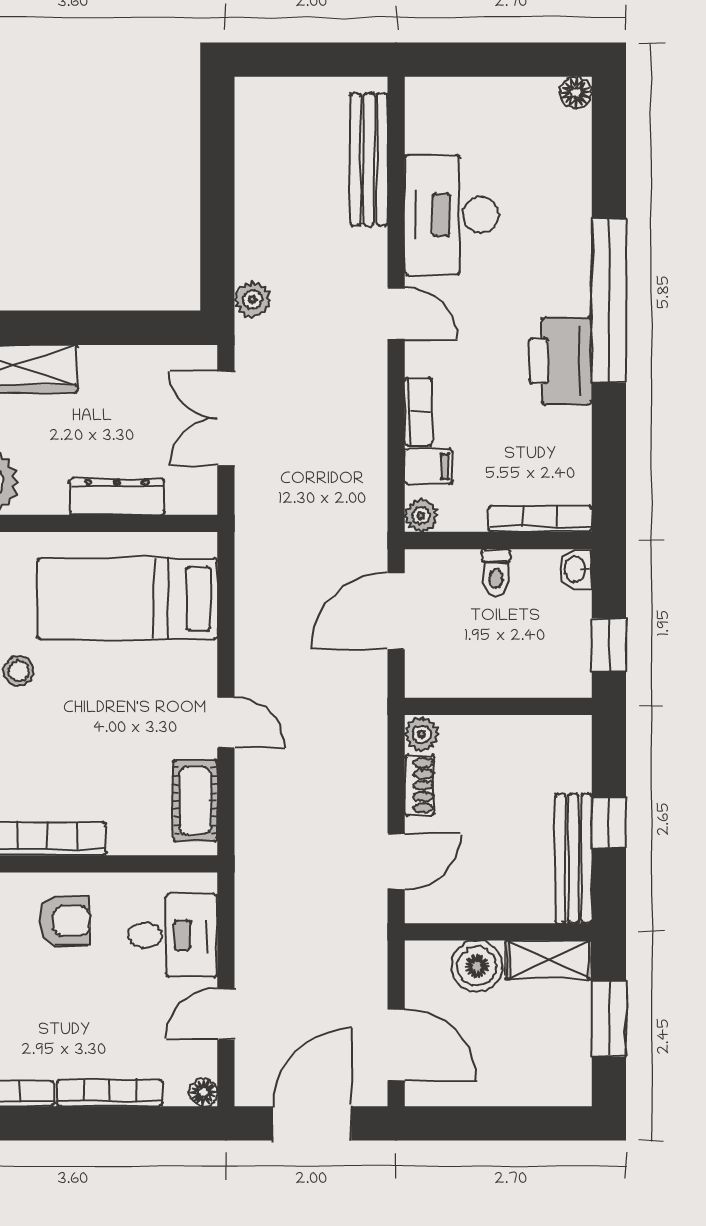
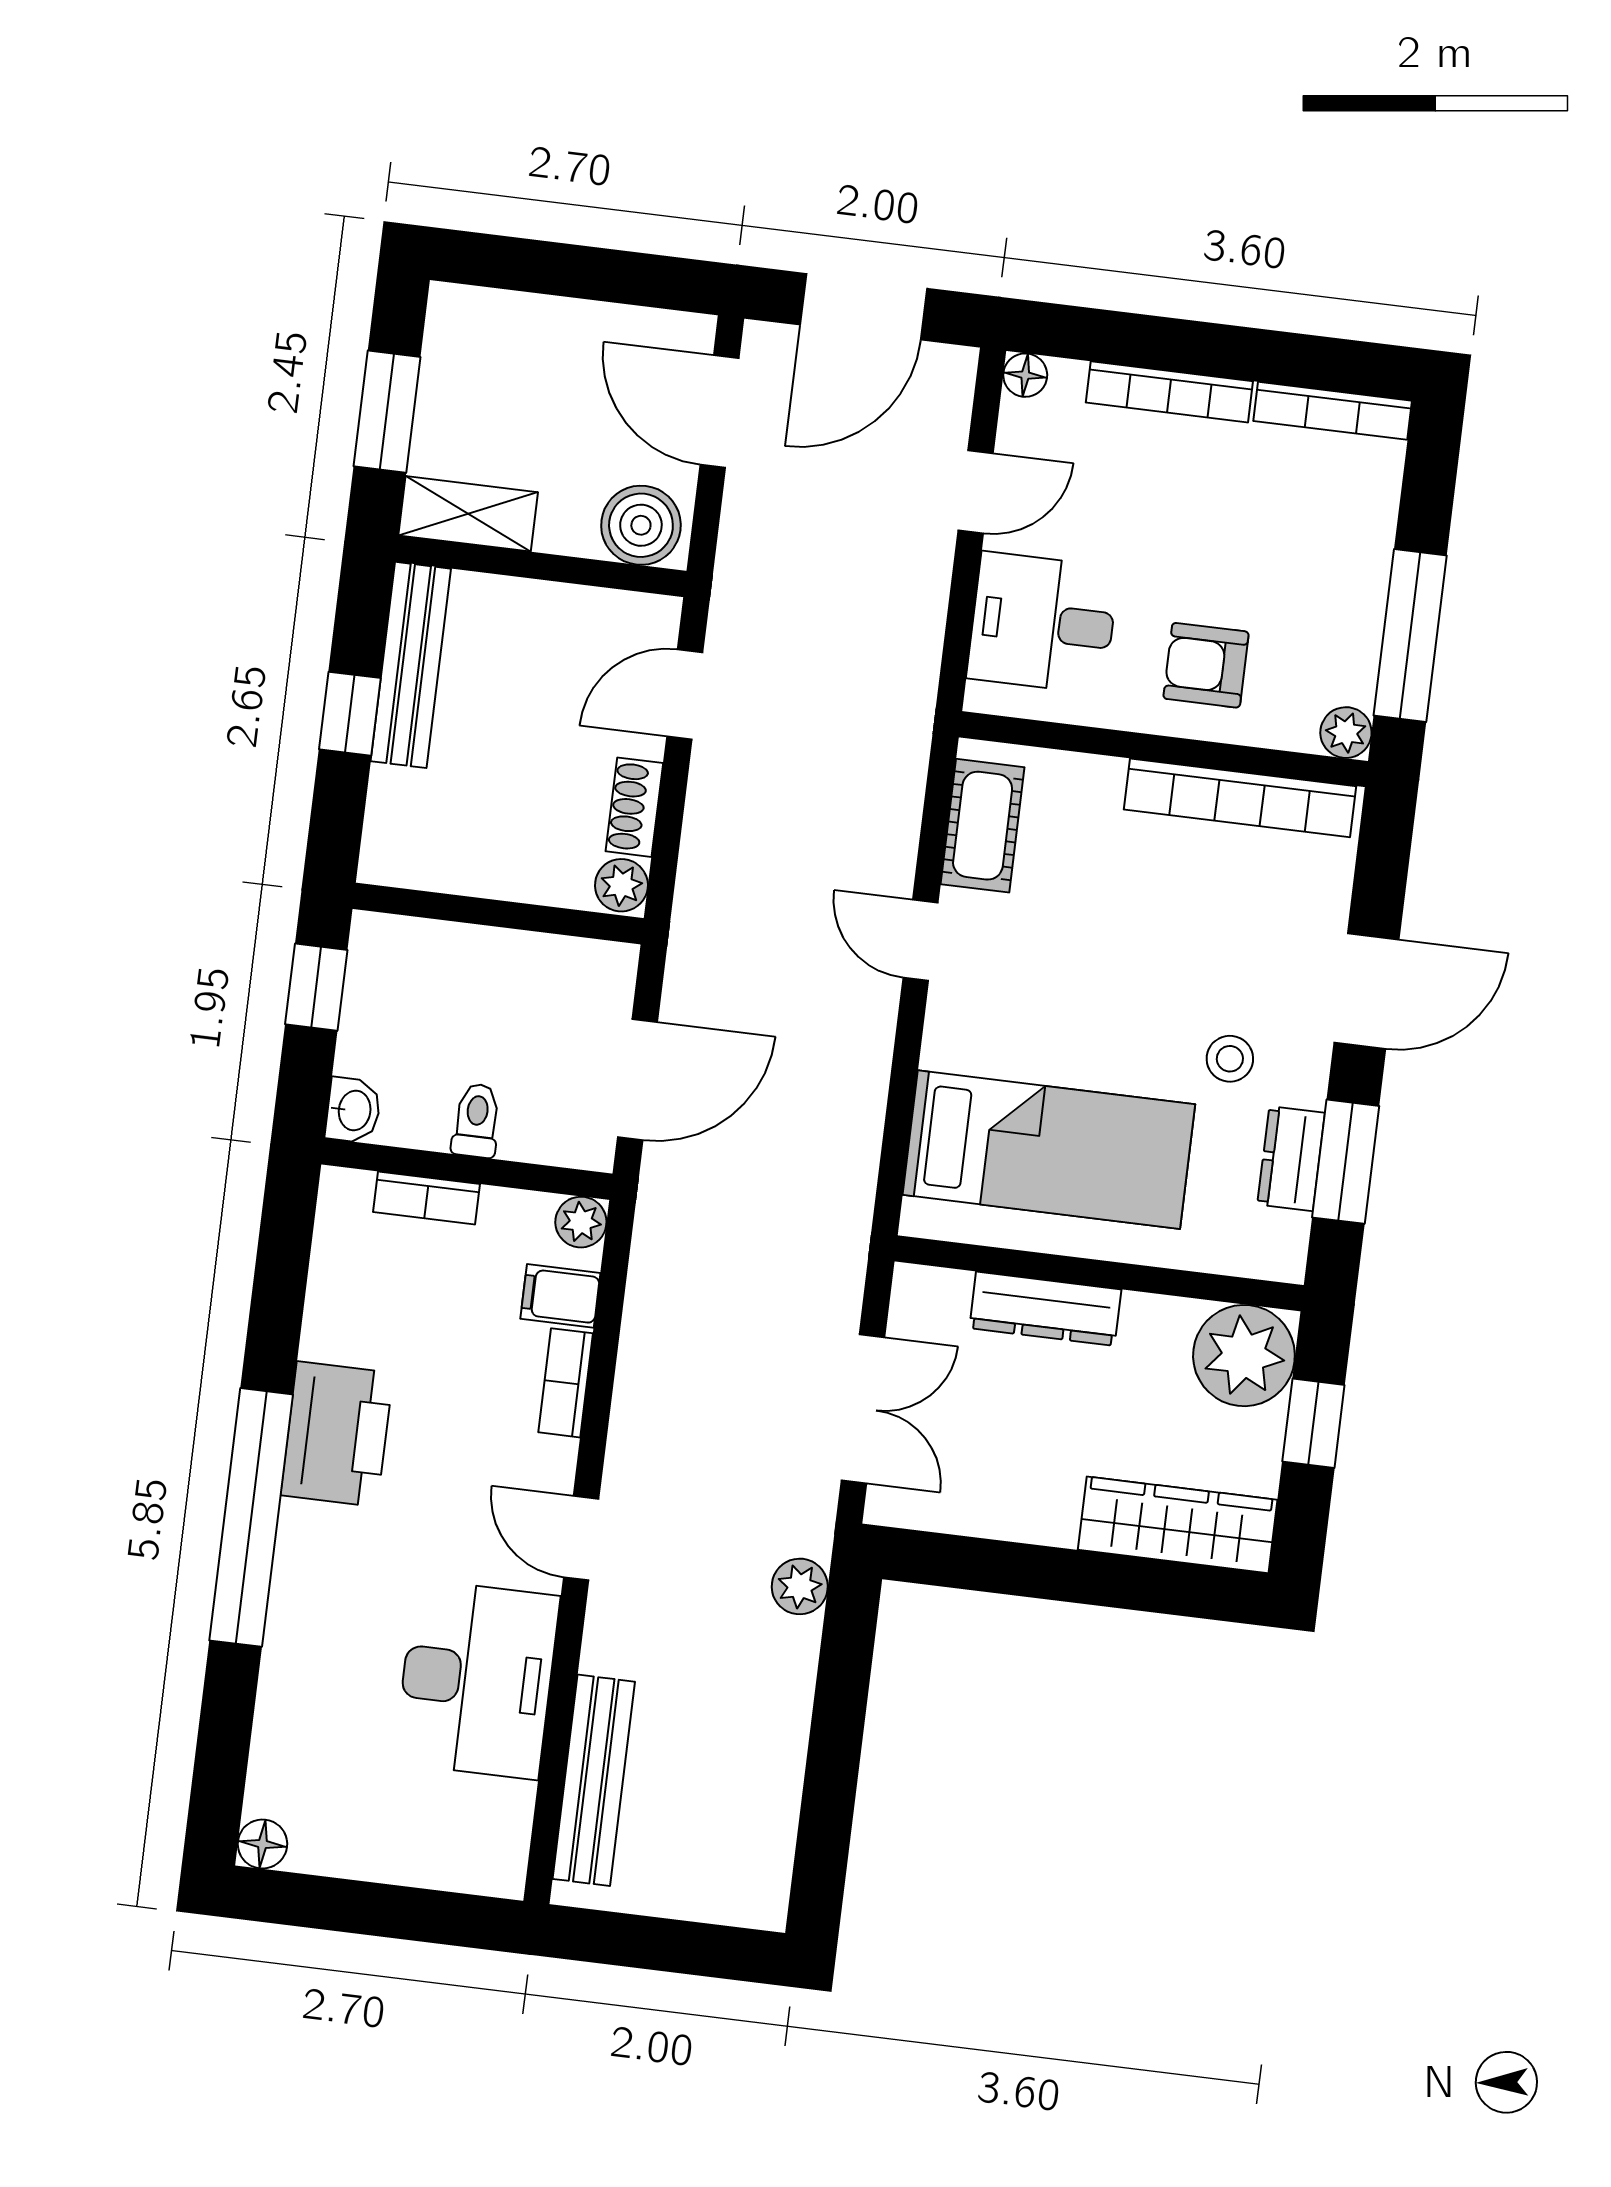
bookcase: (540, 519) -> (427, 1198), width x0.64
boiler: (477, 966) -> (641, 525), moved

